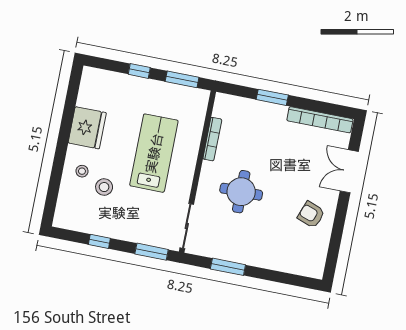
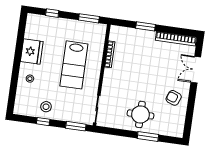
window: (139, 71) -> (52, 13), moved
lab bench: (154, 153) -> (74, 65), turned 180
stool: (104, 187) -> (46, 107), moved
round table: (241, 192) -> (140, 114), moved
window: (228, 267) -> (148, 136), moved

